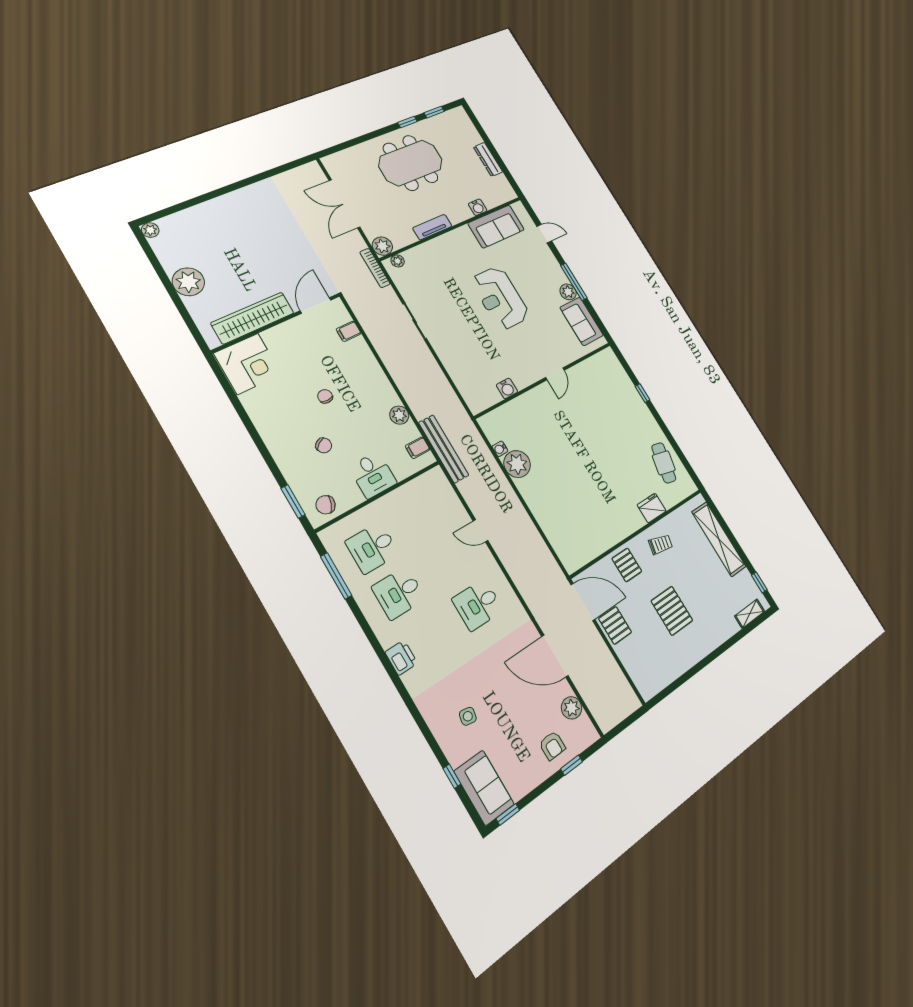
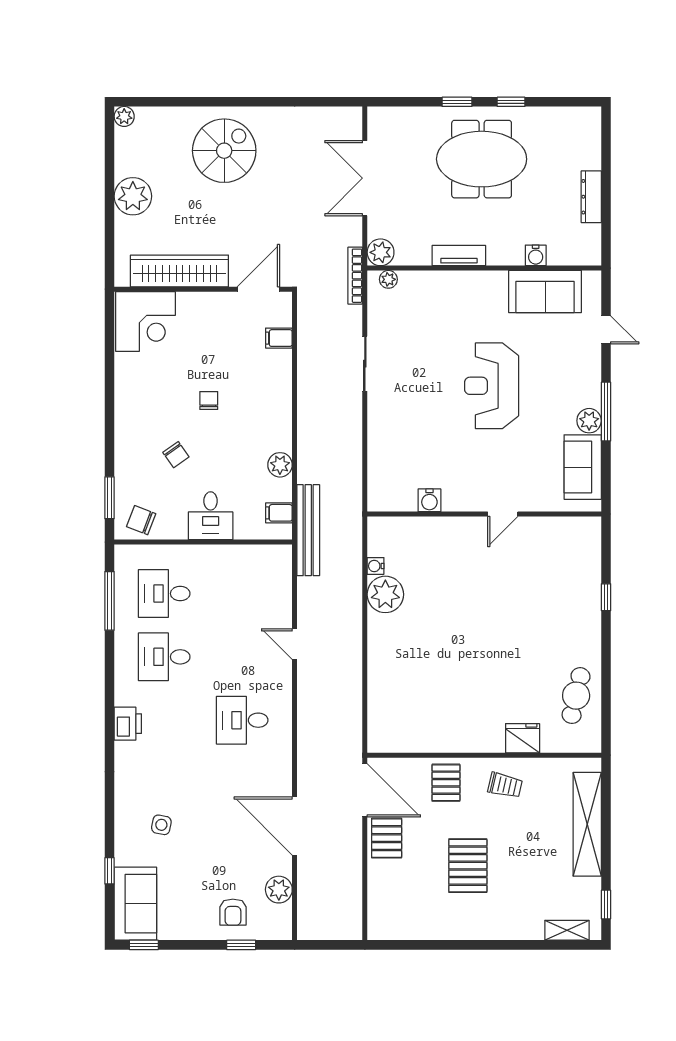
window: (434, 112) -> (457, 102), moved
spiral stairs: (238, 224) -> (224, 151), added

